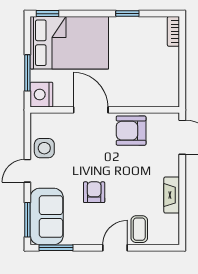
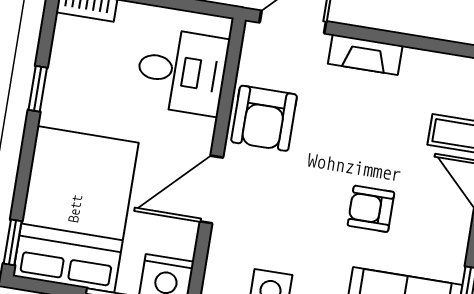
desk: (148, 85) -> (182, 71), added
fireplace: (172, 195) -> (365, 55), moved

